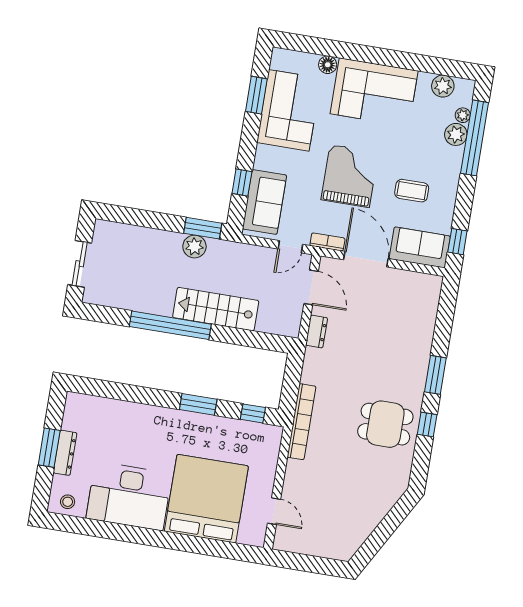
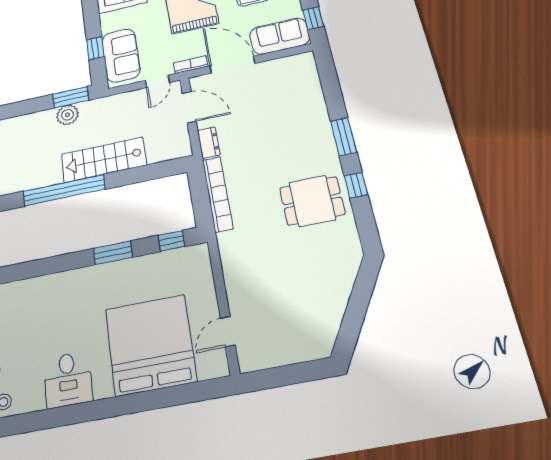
bookcase: (301, 422) -> (218, 194), moved
desk: (129, 496) -> (68, 380), width x0.53, depth x0.77
door: (274, 511) -> (228, 332), swing flipped

